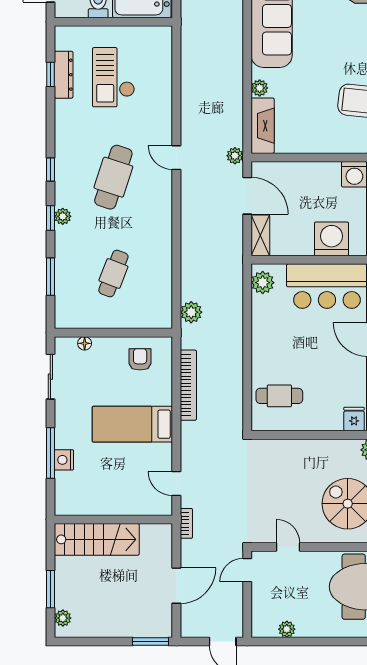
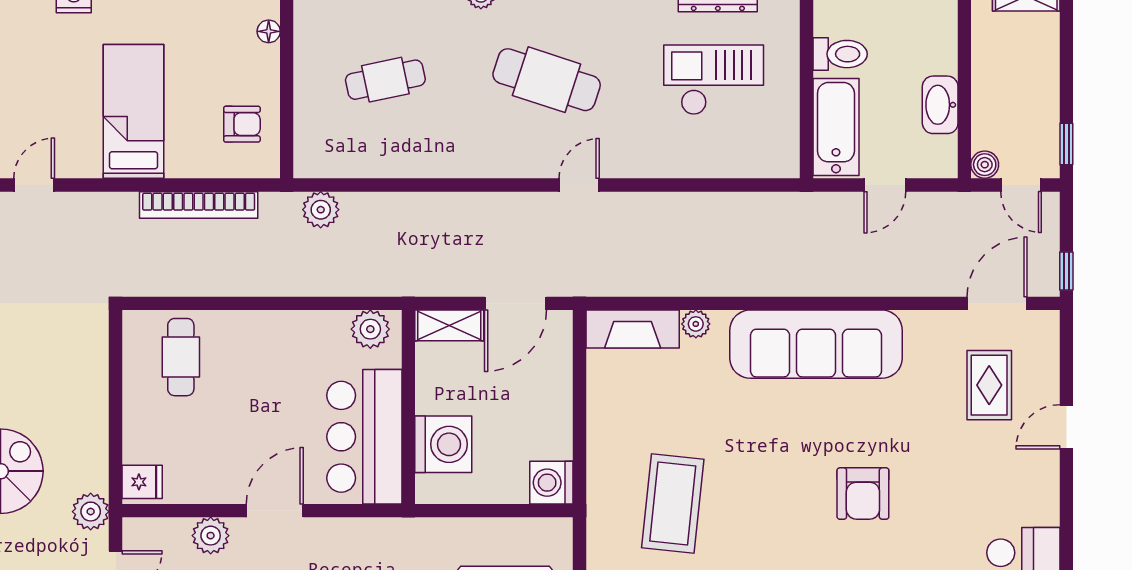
plant: (235, 156) -> (582, 283), removed
cafe table: (113, 274) -> (385, 80), turned -33

